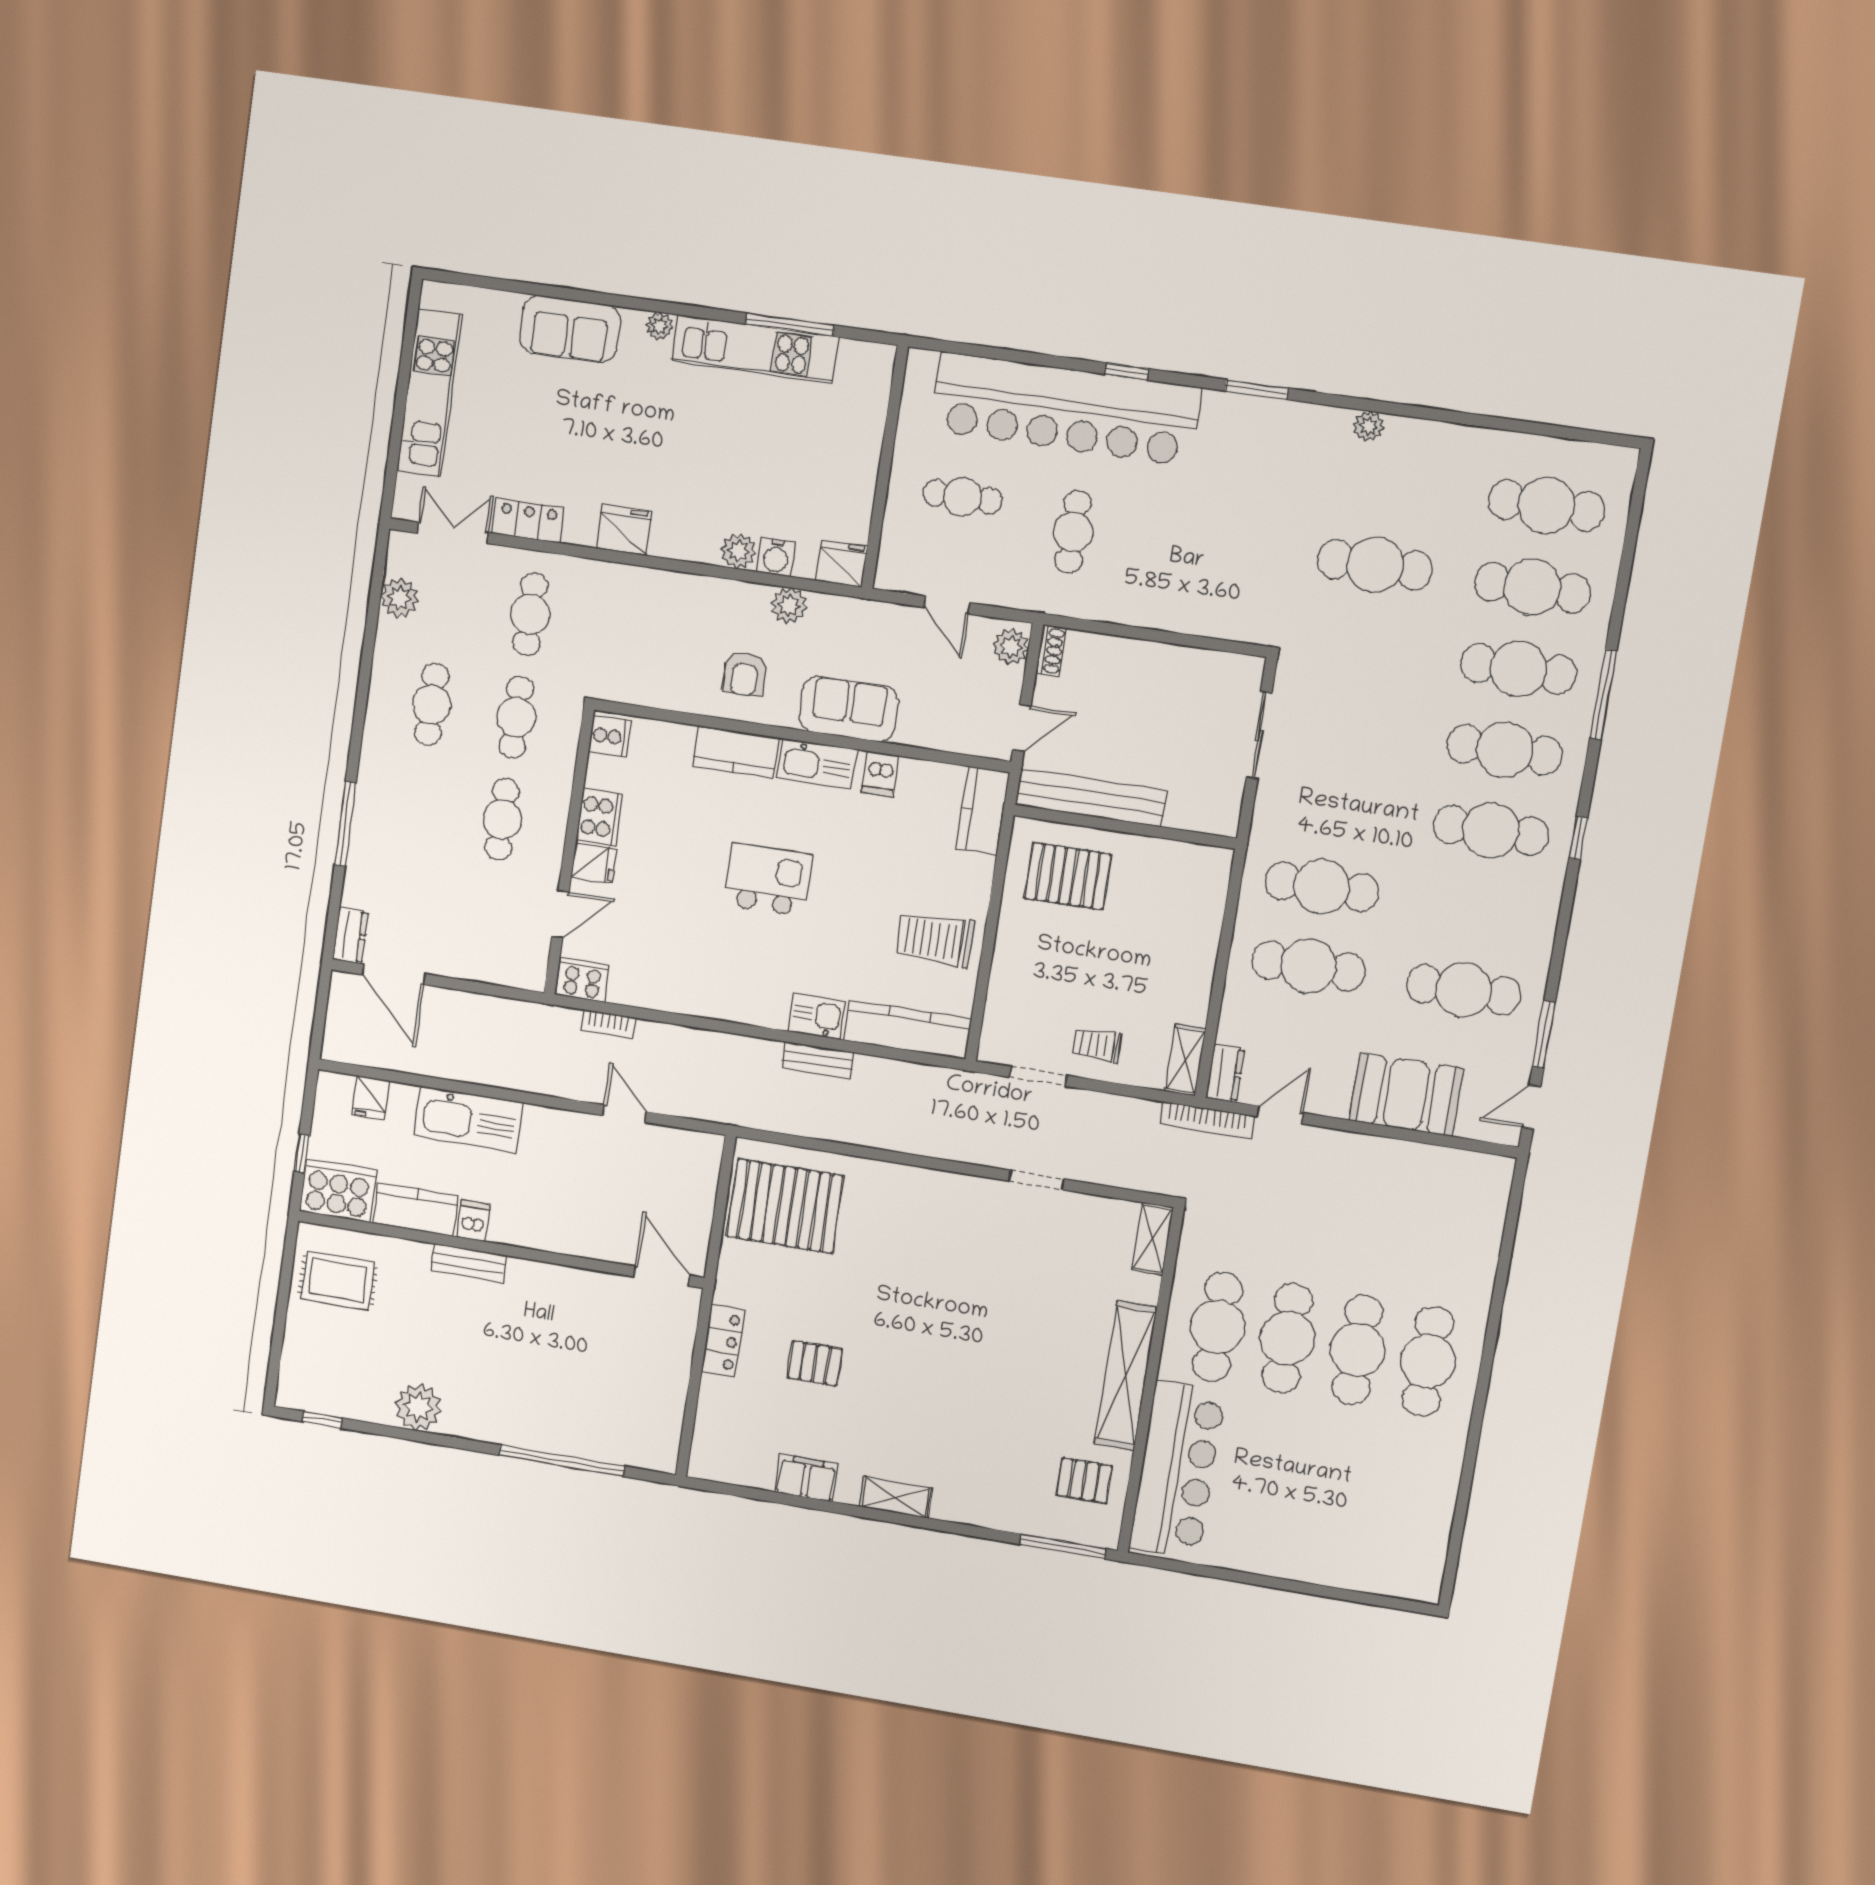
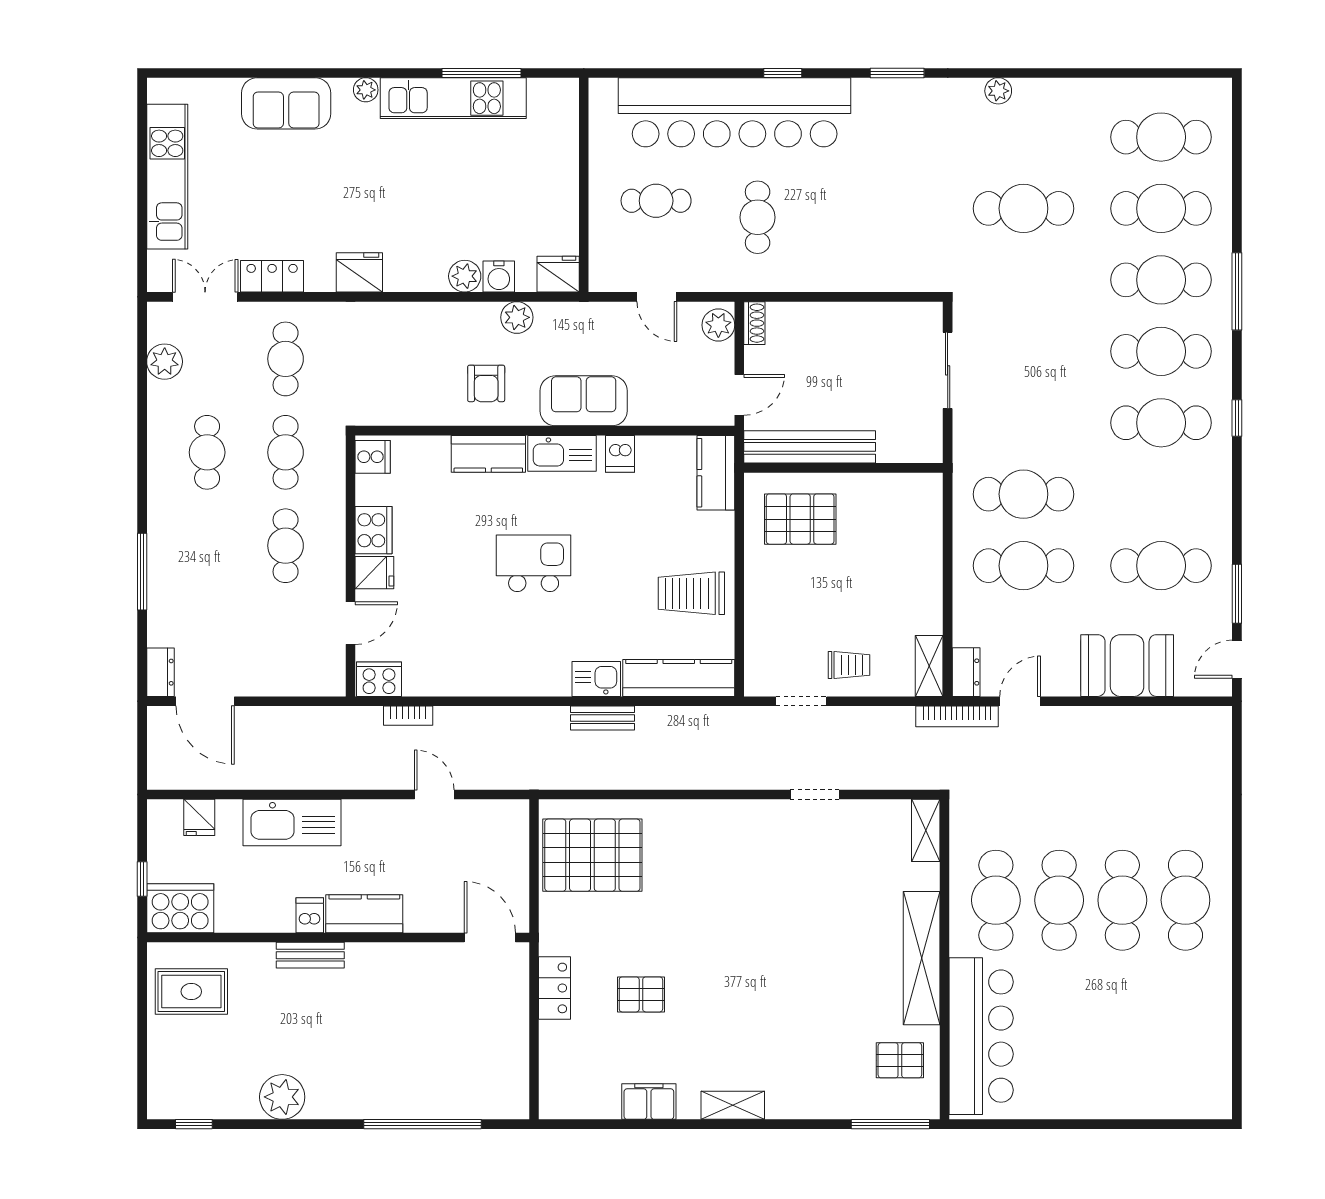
trolley: (1097, 1045) -> (849, 665), turned 180
kitchen counter: (415, 1209) -> (364, 914), moved

